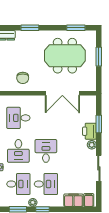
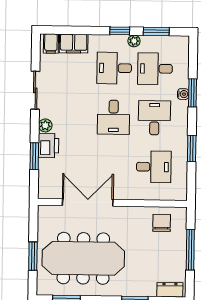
meeting table: (65, 56) -> (83, 258), width x1.36
chair: (23, 78) -> (162, 223), moved

